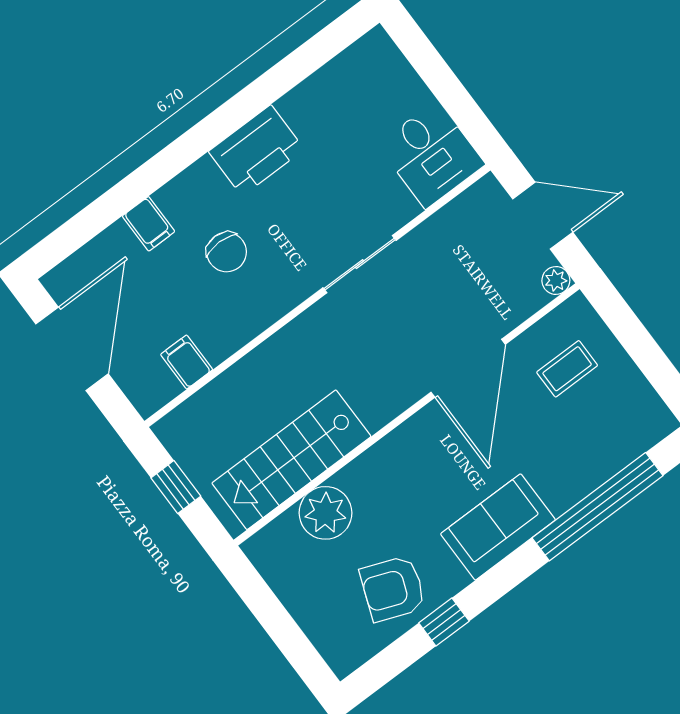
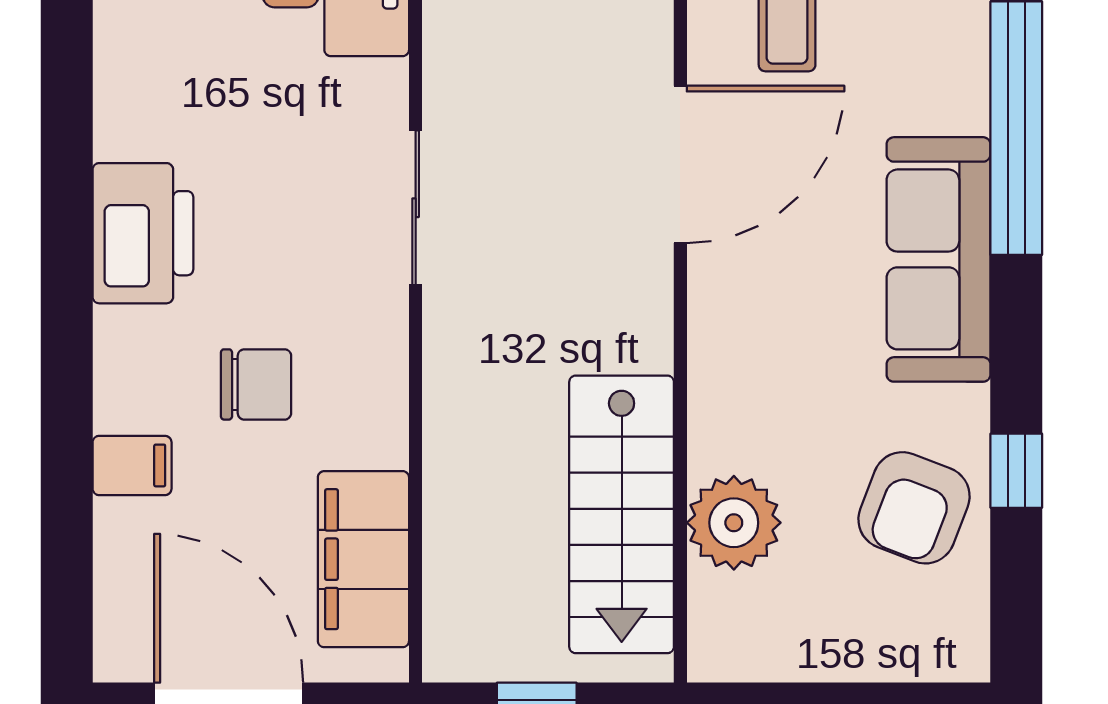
filing cabinet: (187, 362) -> (363, 559), width x3.00, depth x1.17
door: (468, 368) -> (680, 164), hinge flipped
sofa: (498, 527) -> (938, 259), width x1.36

